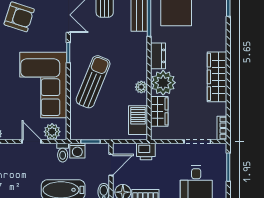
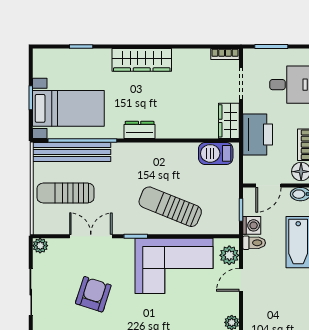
wardrobe: (217, 77) -> (142, 60), moved
plant: (163, 83) -> (171, 124), removed
plant: (141, 87) -> (176, 150), removed
wardrobe: (159, 111) -> (229, 121), moved, turned -90
printer: (146, 152) -> (258, 135), width x1.87, depth x1.48
door: (111, 165) -> (268, 185), swing flipped

